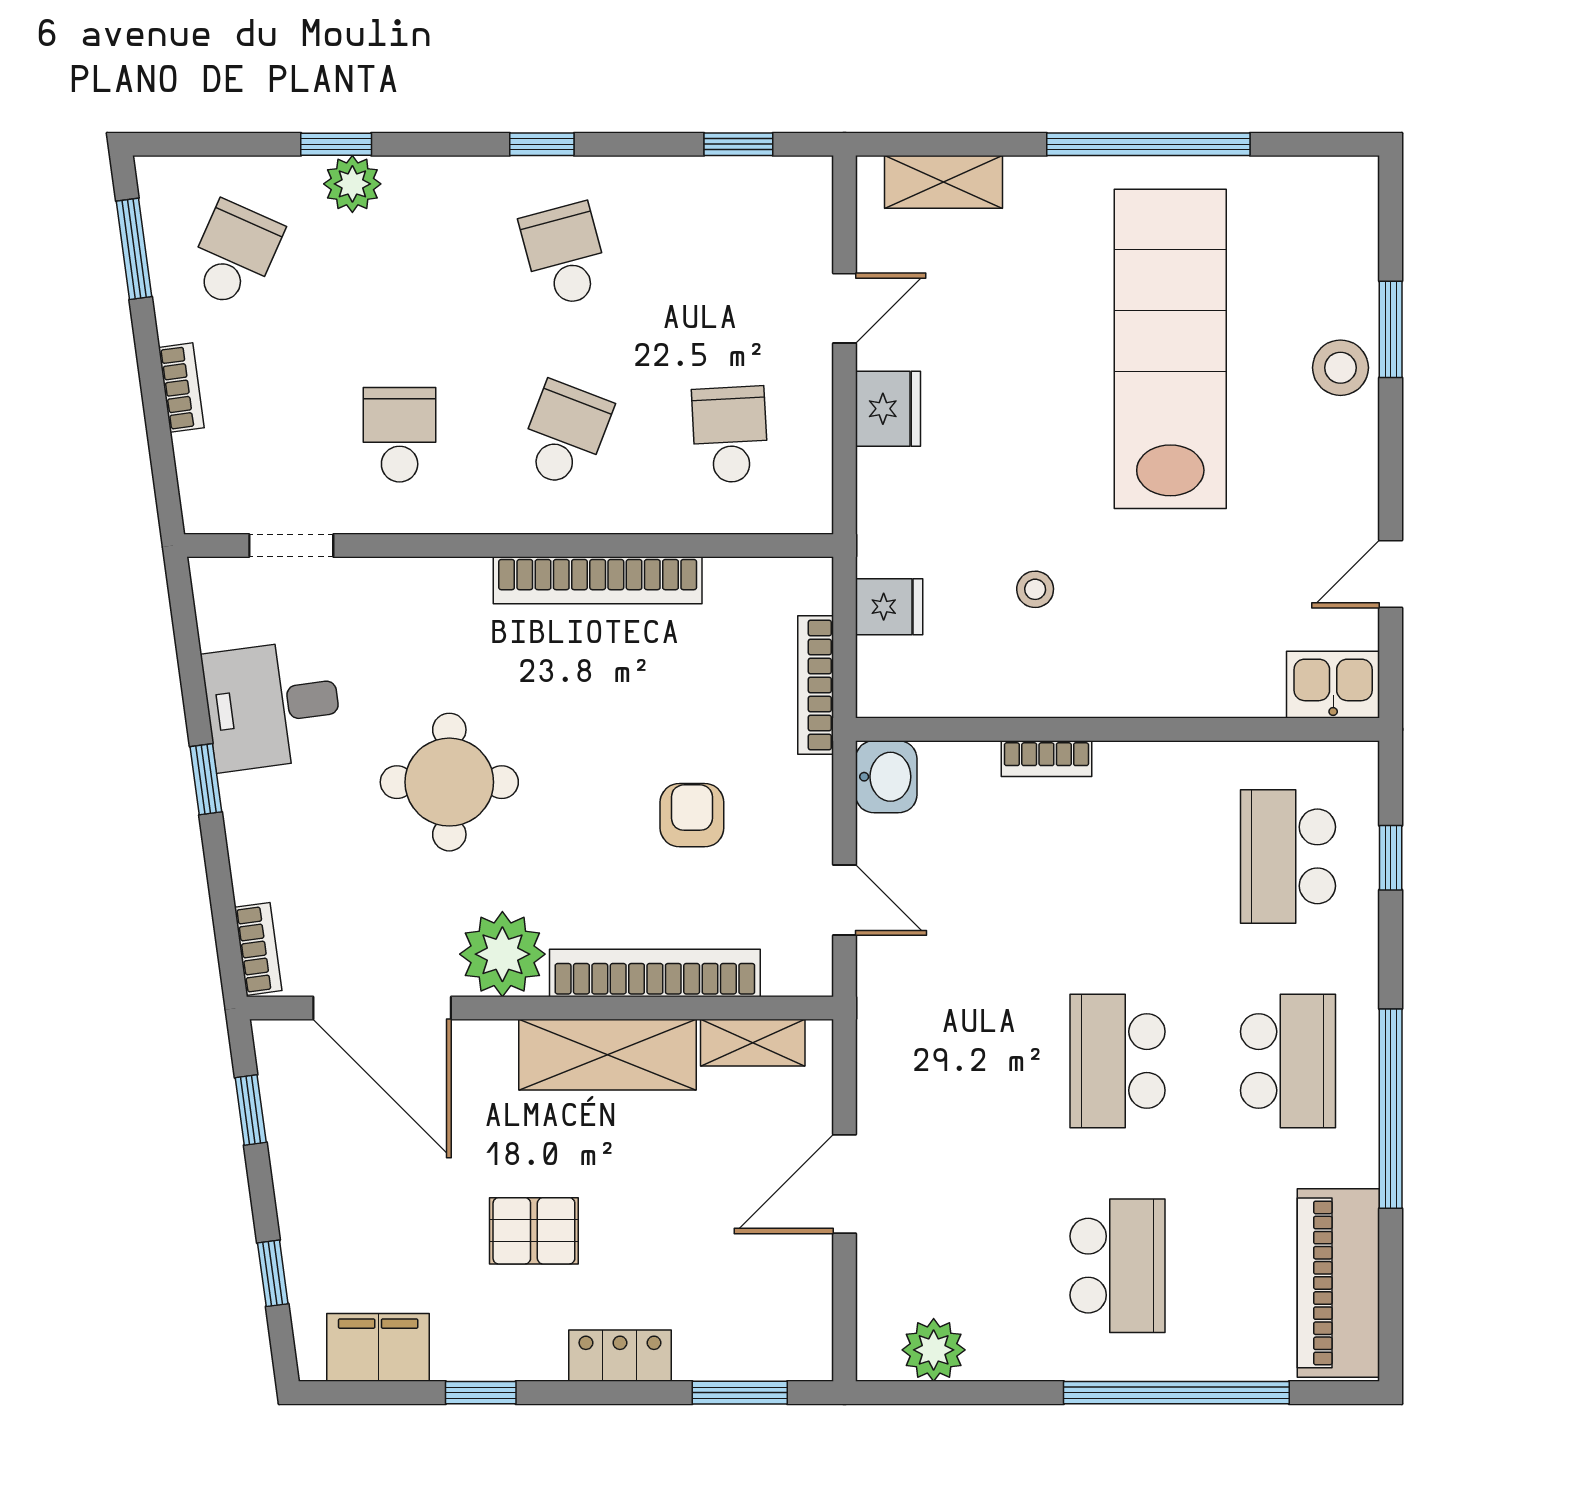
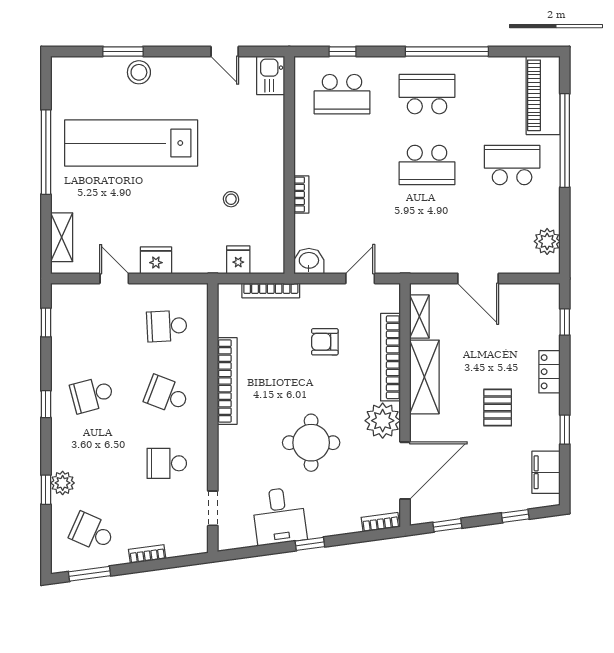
piano: (1338, 1283) -> (543, 95), moved, turned 90
window: (740, 1393) -> (565, 322), width x0.67

